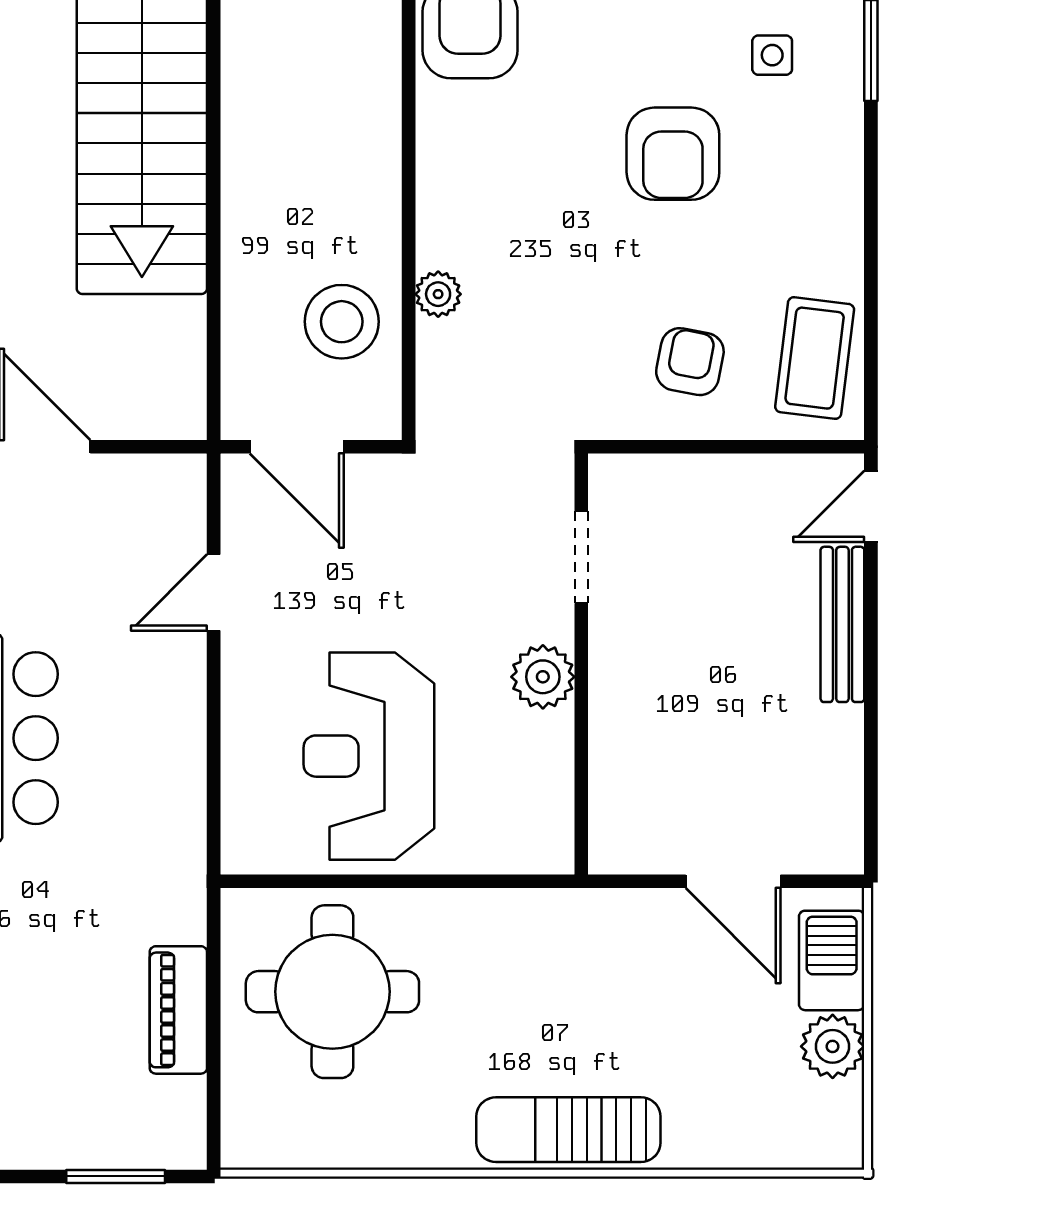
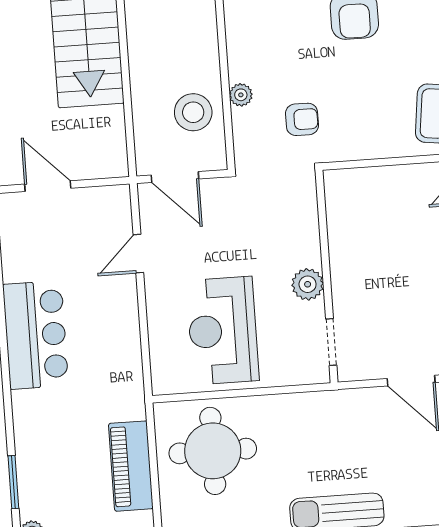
armchair: (690, 362) -> (302, 119), moved, turned 79
doorway: (581, 557) -> (331, 342), moved
piano: (178, 1010) -> (131, 466), width x1.37, depth x1.33

